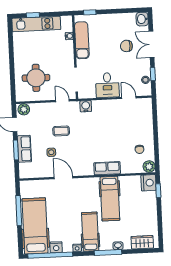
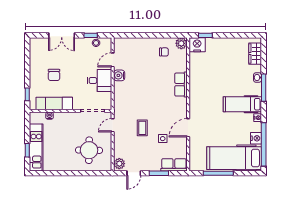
washbasin: (142, 19) -> (36, 43), removed
chair: (126, 46) -> (54, 75), moved
water cooler: (86, 106) -> (119, 75), moved
row of seats: (24, 149) -> (174, 165), moved
hospital bed: (110, 199) -> (211, 83), removed

